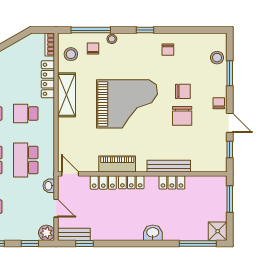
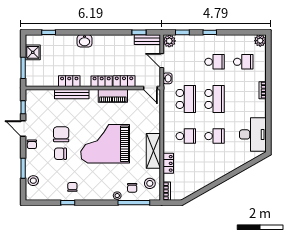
window: (145, 30) -> (68, 203), moved
locker: (48, 79) -> (168, 163), width x0.66
shower: (218, 231) -> (33, 52), moved
window: (198, 243) -> (49, 32), width x0.46

